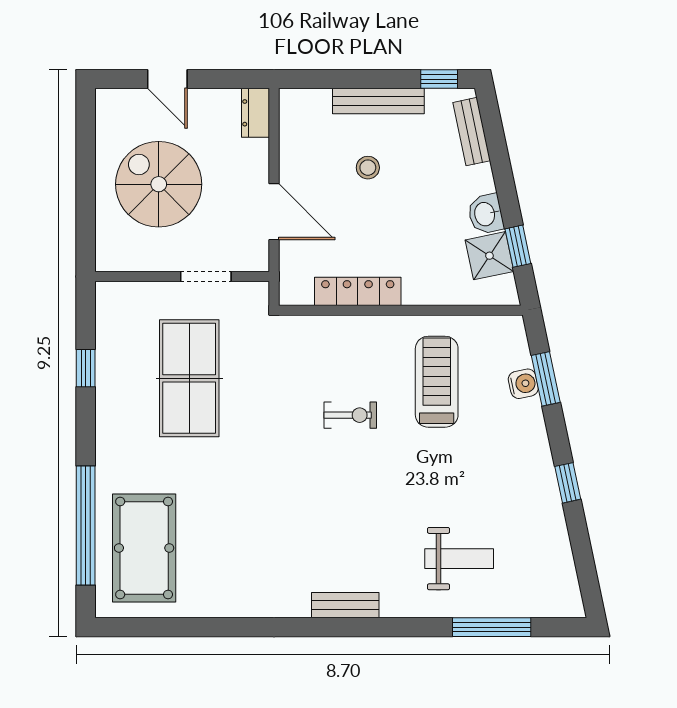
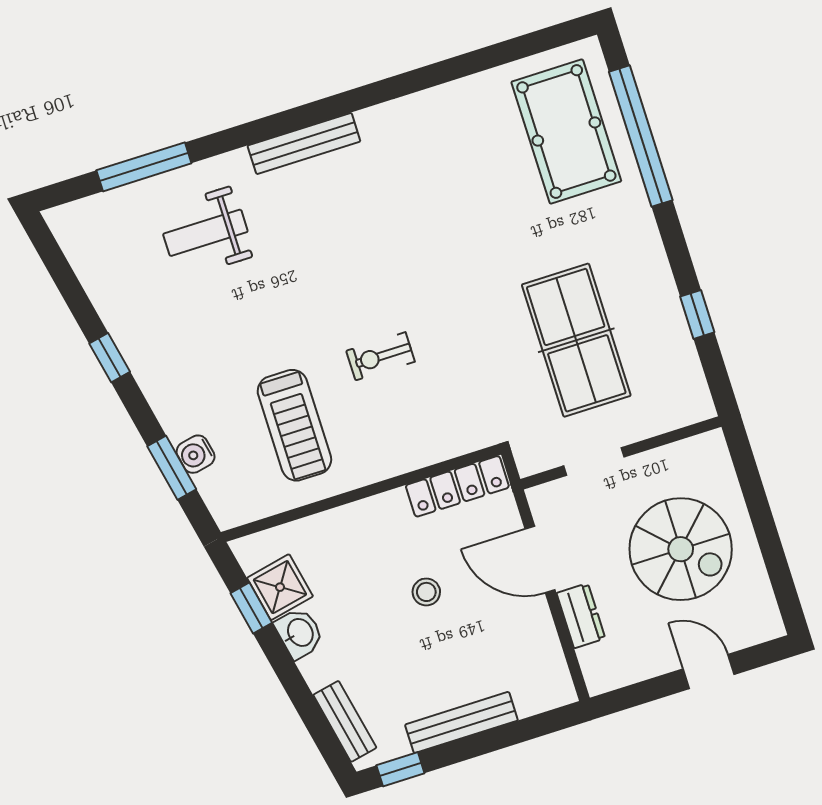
dresser: (256, 113) -> (581, 616), moved
stool: (368, 168) -> (426, 592), moved
locker: (358, 291) -> (457, 486), moved
bench: (345, 605) -> (304, 143), width x1.36

